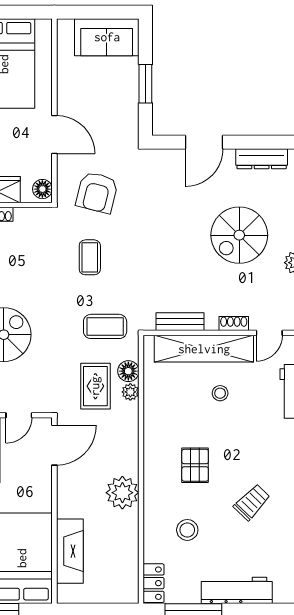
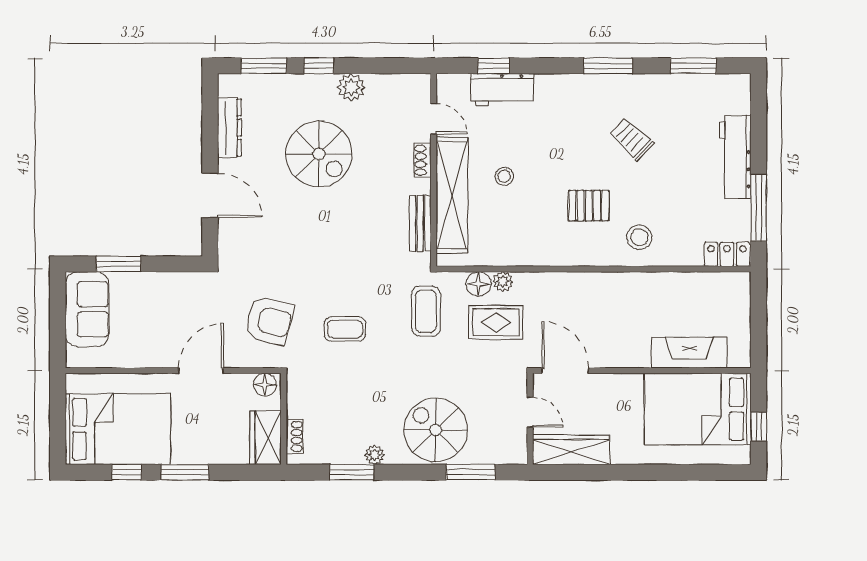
window: (145, 84) -> (118, 264), moved
plant: (122, 493) -> (621, 291), removed
stool: (187, 530) -> (639, 237), moved

